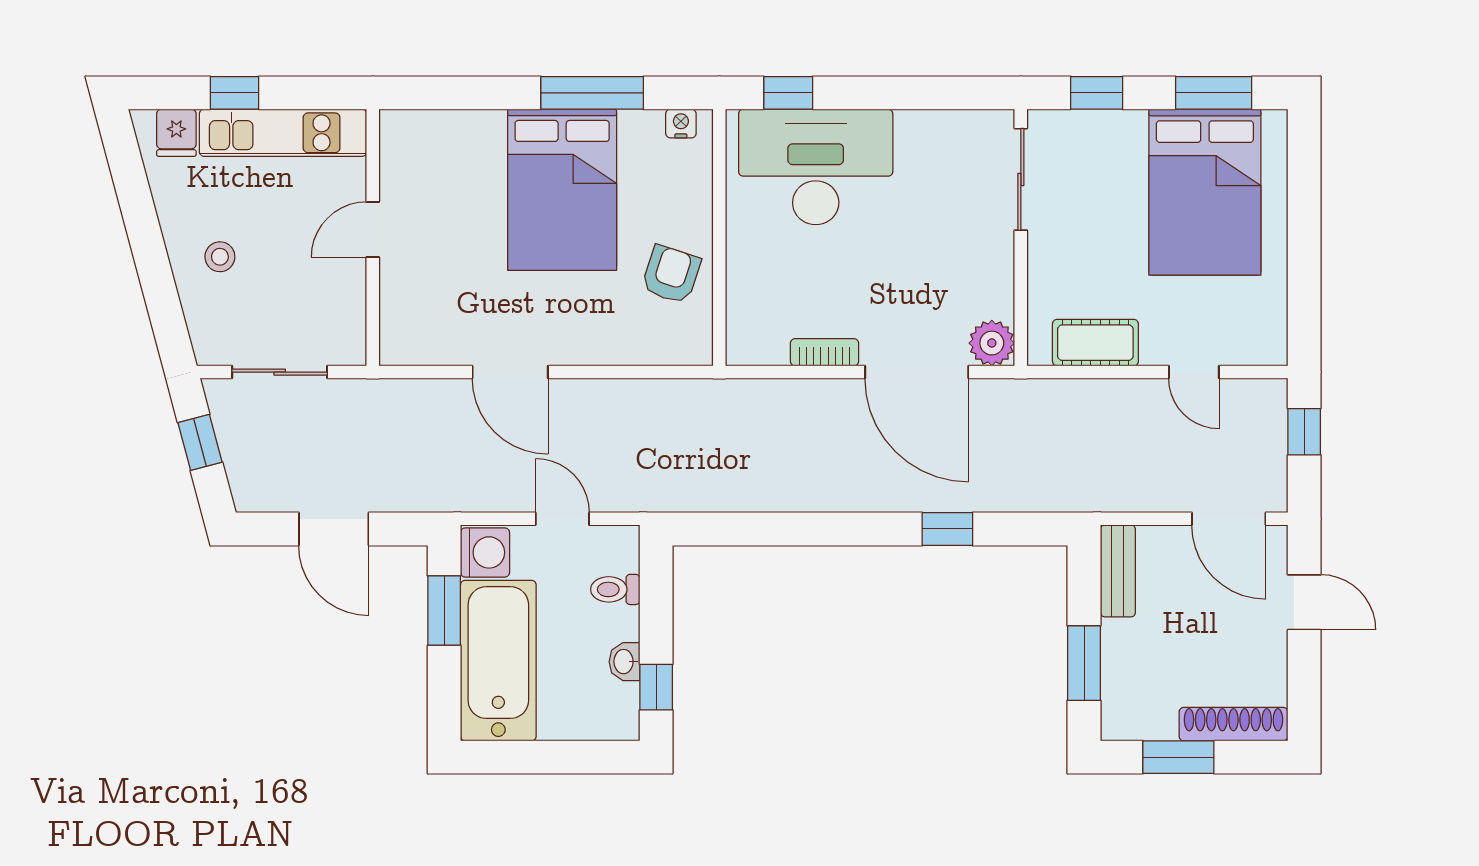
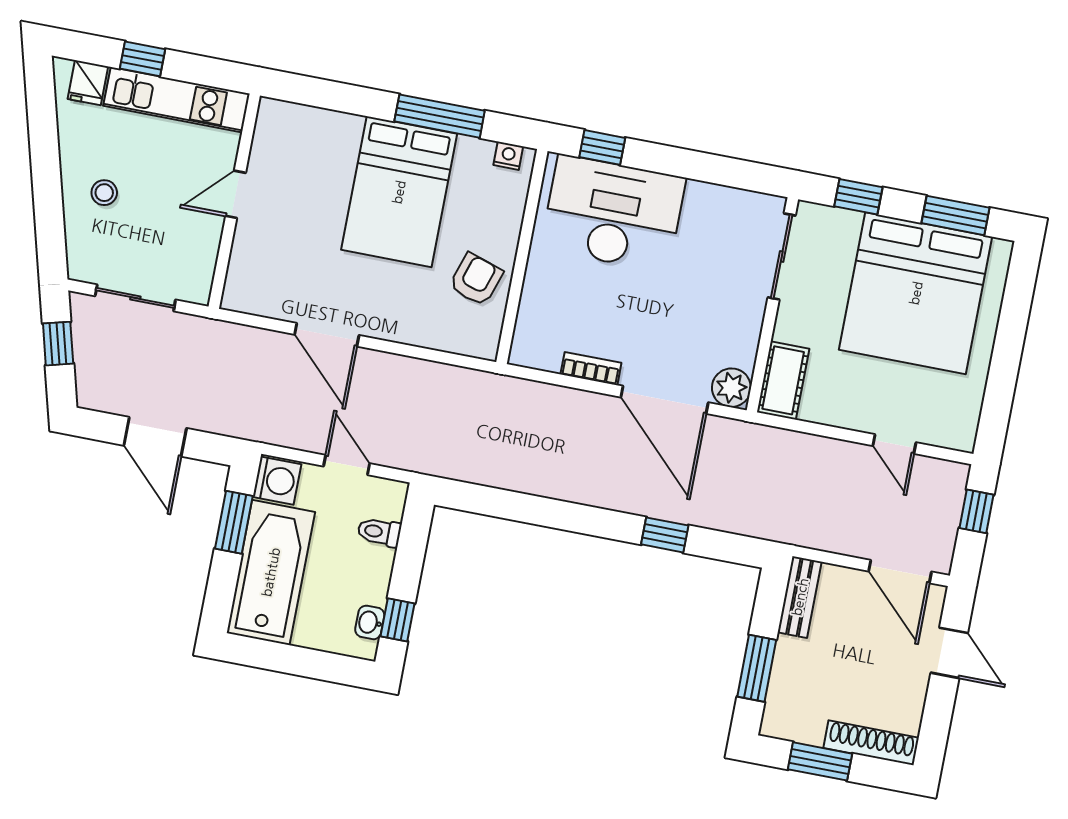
bed: (1205, 192) -> (916, 293), width x1.36
cot: (1095, 343) -> (783, 380), moved, turned 90
washbasin: (624, 662) -> (370, 622), moved

